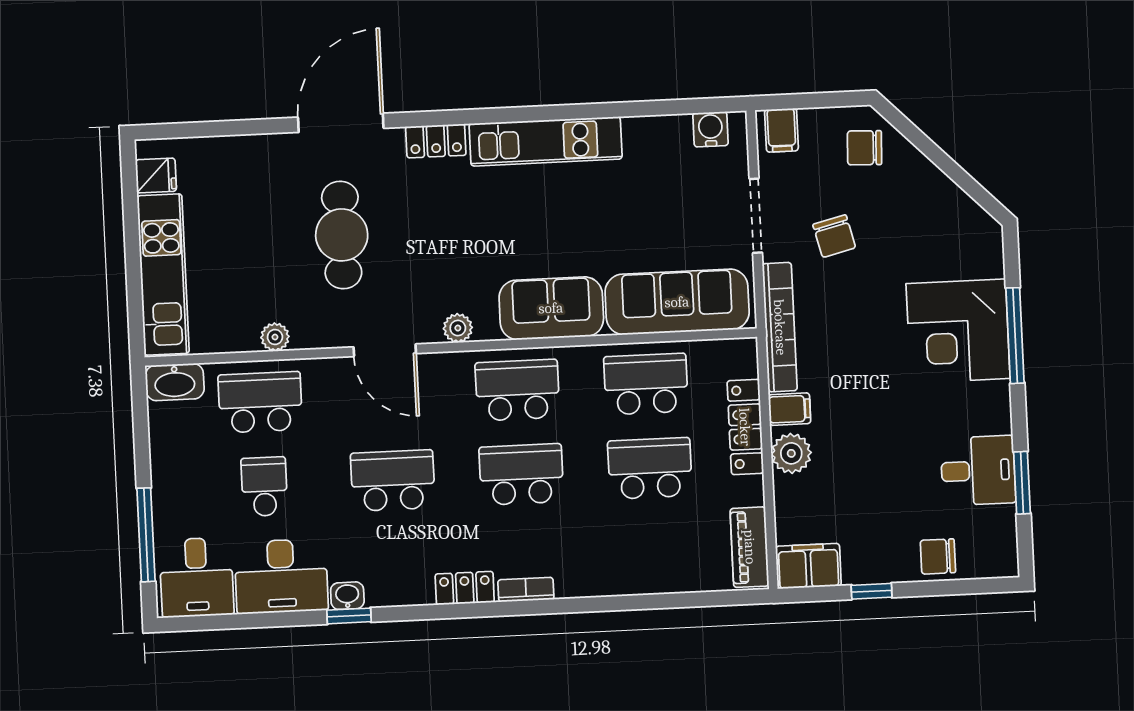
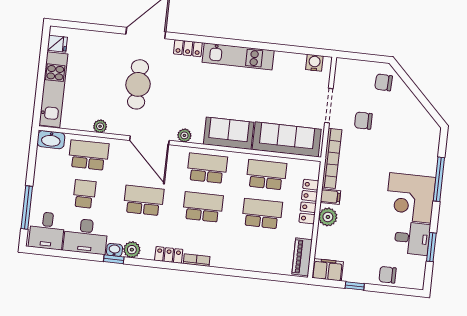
filing cabinet: (781, 130) -> (347, 68), removed
chair: (834, 236) -> (363, 121), turned 104
corner desk: (958, 331) -> (410, 198), moved
door: (385, 350) -> (149, 140), width x1.36
plant: (384, 589) -> (132, 250), added

